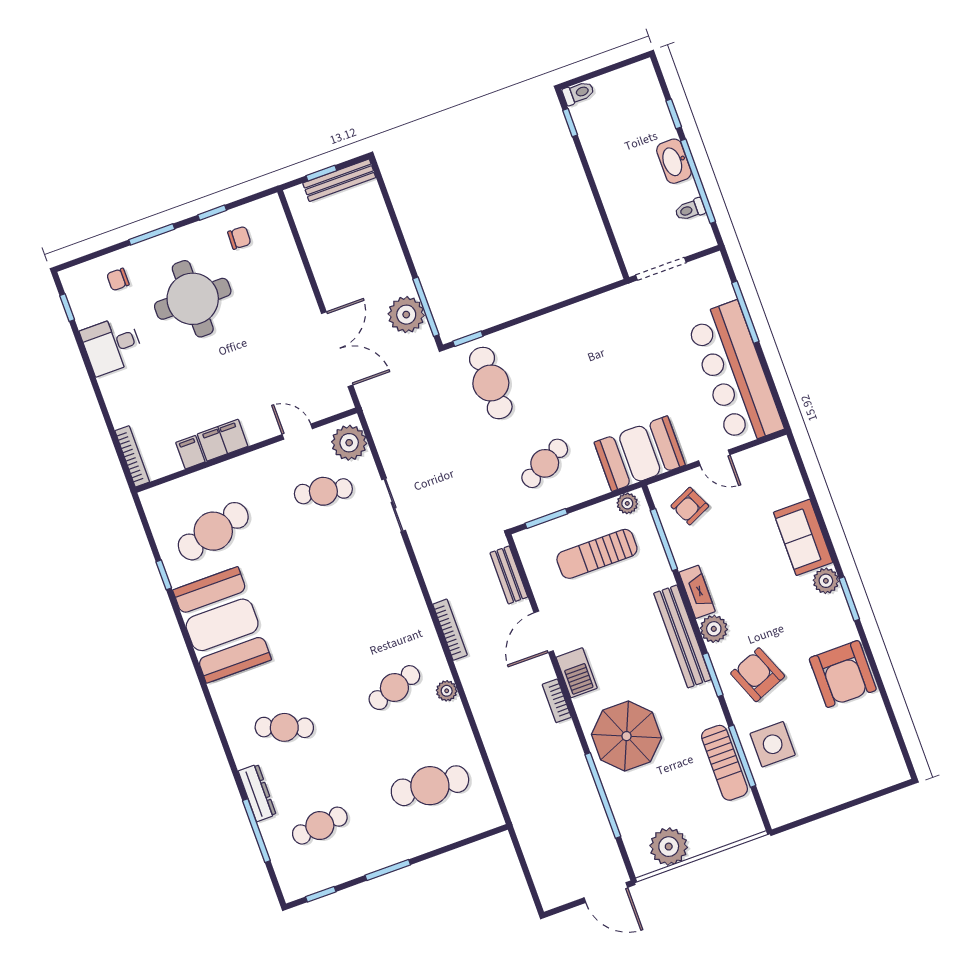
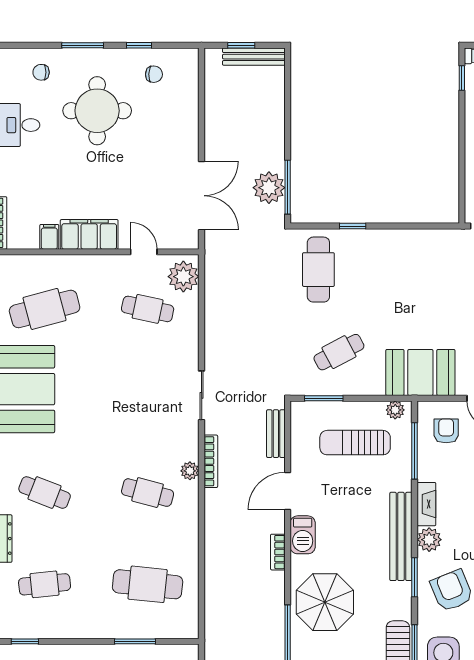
window: (468, 339) -> (353, 226), moved
filing cabinet: (223, 440) -> (89, 234), width x1.50, depth x1.17
sliding door: (394, 505) -> (202, 395), moved
armchair: (690, 506) -> (446, 431), turned 115
cafe table: (394, 688) -> (148, 493), turned 33
plant: (447, 691) -> (190, 471), moved
window: (388, 870) -> (135, 641), moved

